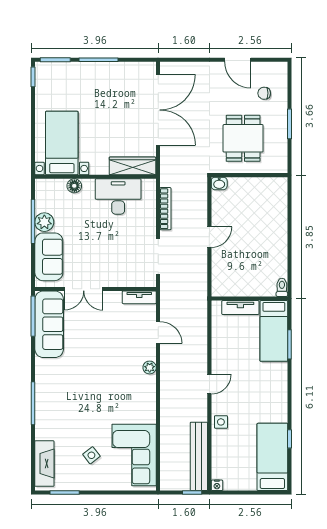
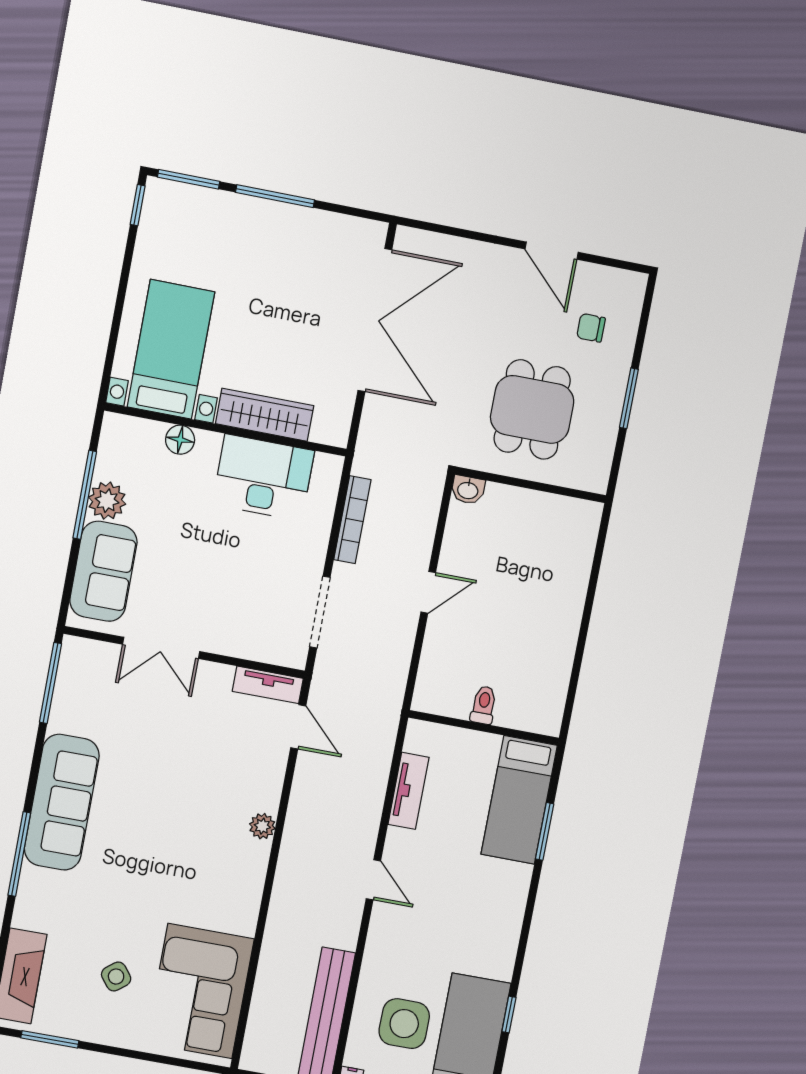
wardrobe: (132, 166) -> (265, 415), moved
toilet: (282, 287) -> (484, 705), moved
tv unit: (240, 308) -> (409, 791), moved, turned -90
sofa: (49, 324) -> (62, 802), moved
door: (158, 333) -> (298, 727), moved
door: (209, 384) -> (373, 880), hinge flipped
side table: (221, 422) -> (404, 1024), moved, width x1.87, depth x1.87

